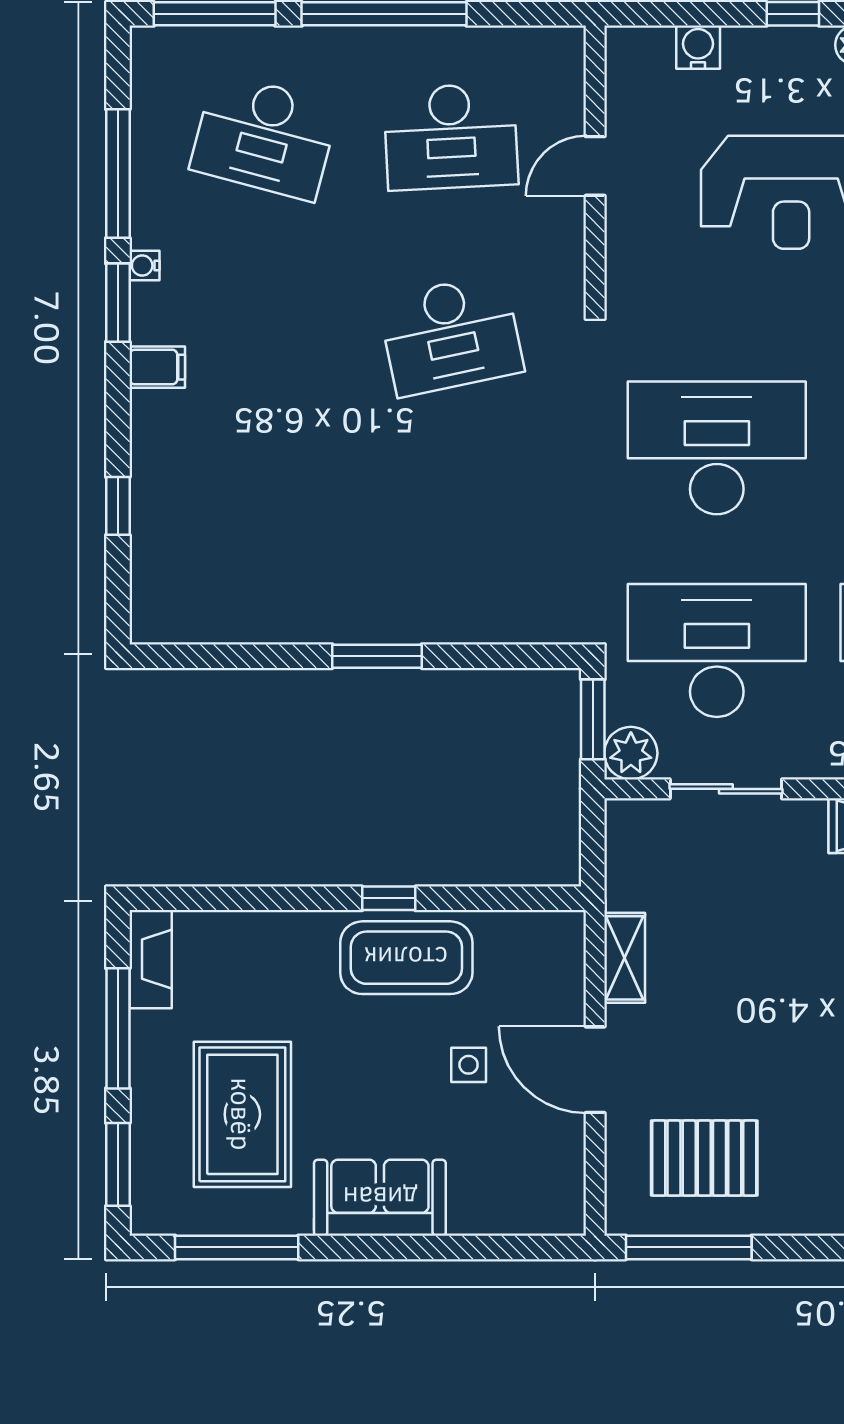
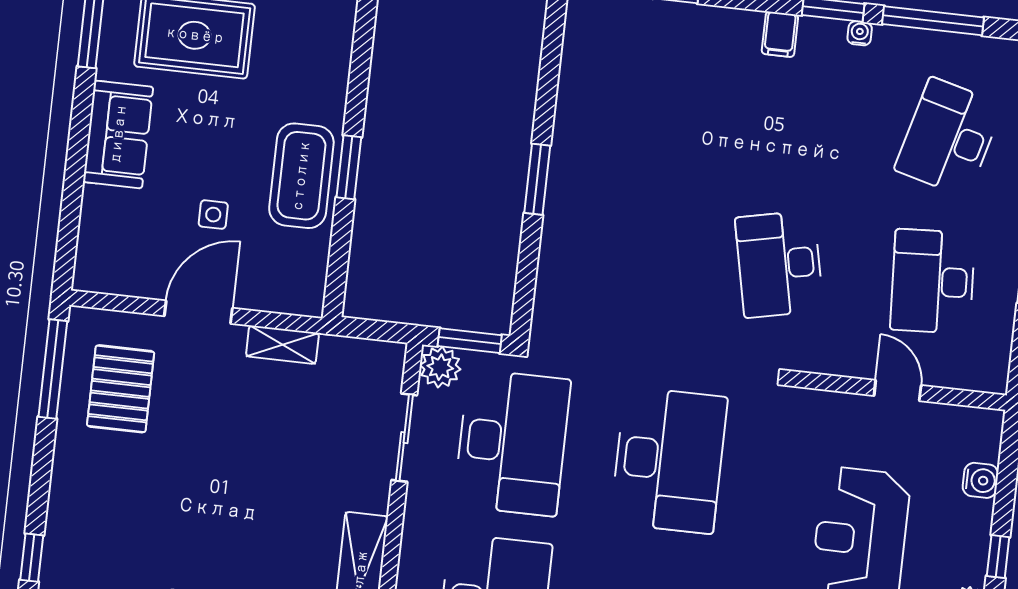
window: (389, 898) -> (349, 167), width x1.50

